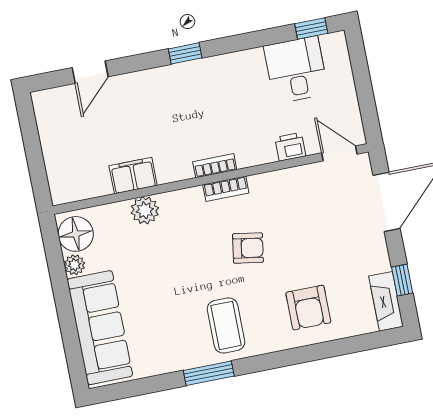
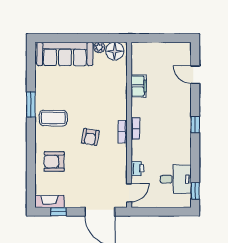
plant: (145, 210) -> (120, 88), removed

